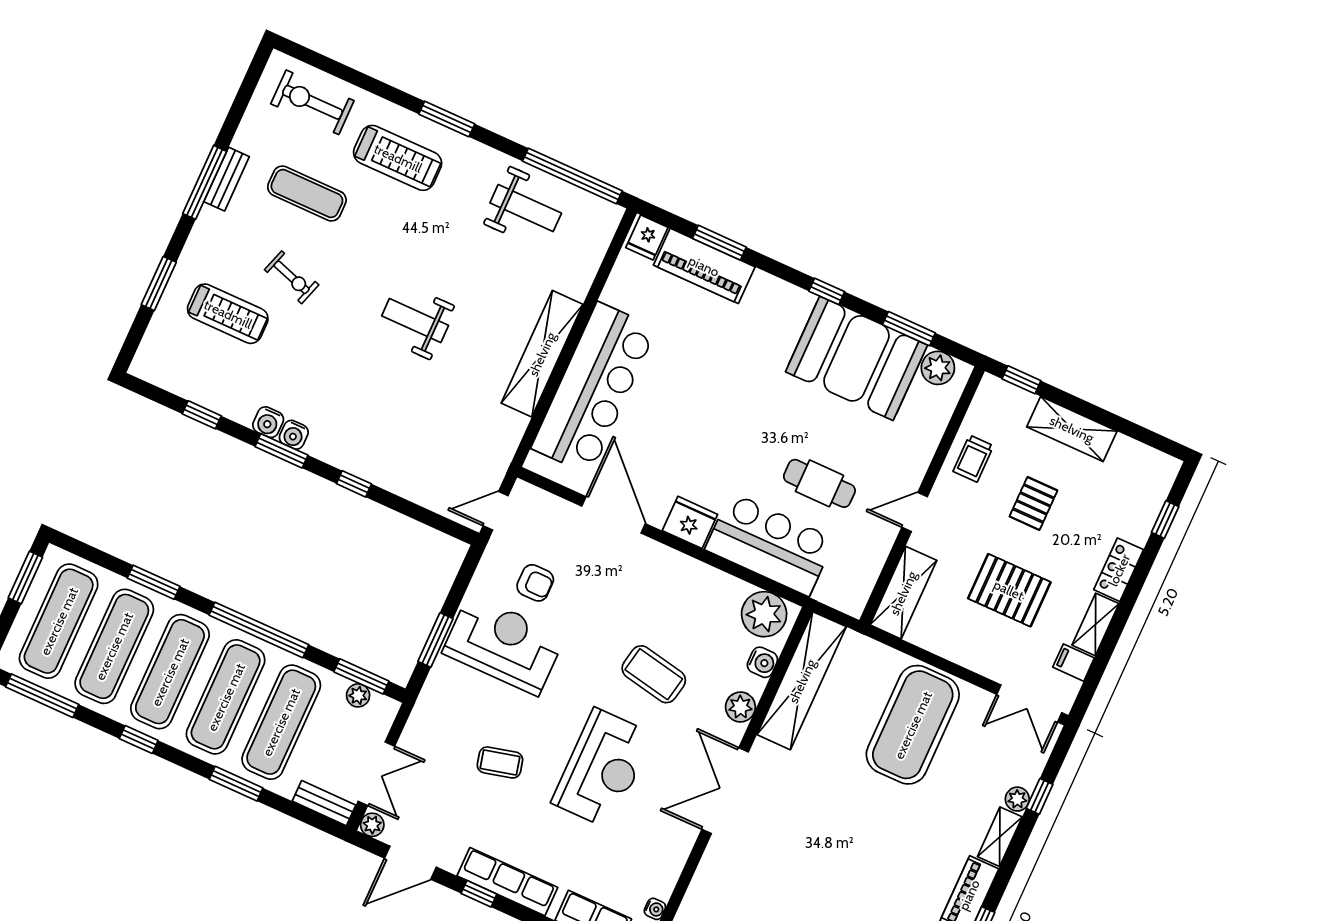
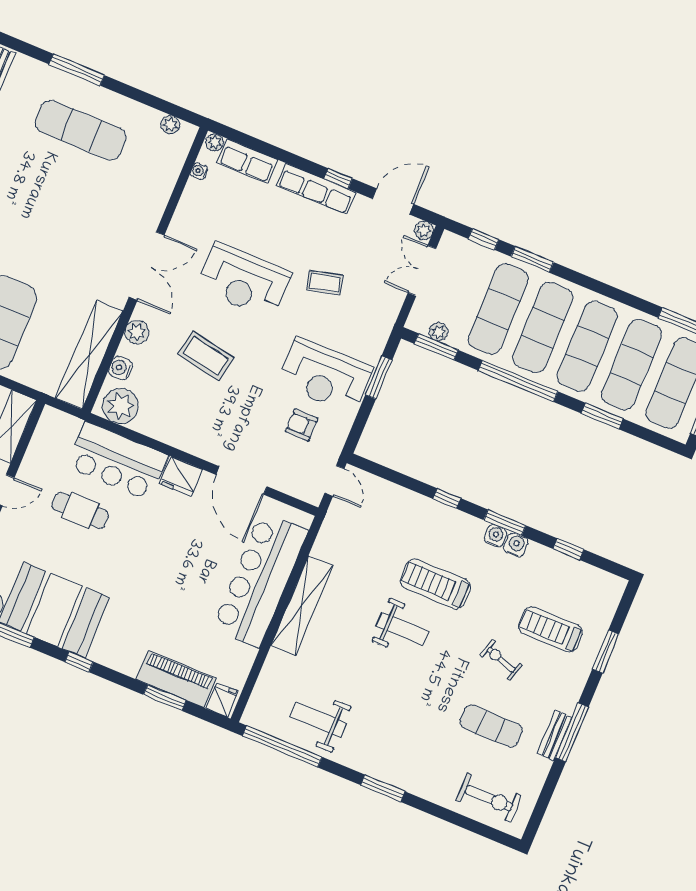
treadmill: (398, 158) -> (435, 584), moved
door: (496, 511) -> (334, 481), hinge flipped
window: (139, 739) -> (484, 239), moved
reception desk: (602, 768) -> (244, 281), turned -90
bench: (324, 803) -> (462, 246), removed

